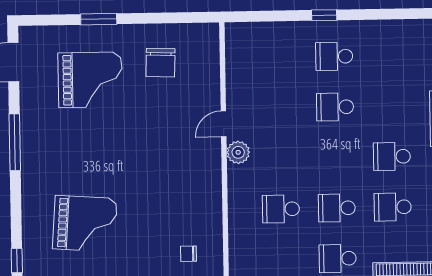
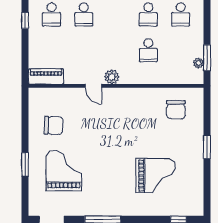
piano: (237, 49) -> (46, 76), added
grand piano: (85, 224) -> (156, 176), turned 86
chair: (188, 254) -> (176, 110), width x1.87, depth x1.87

